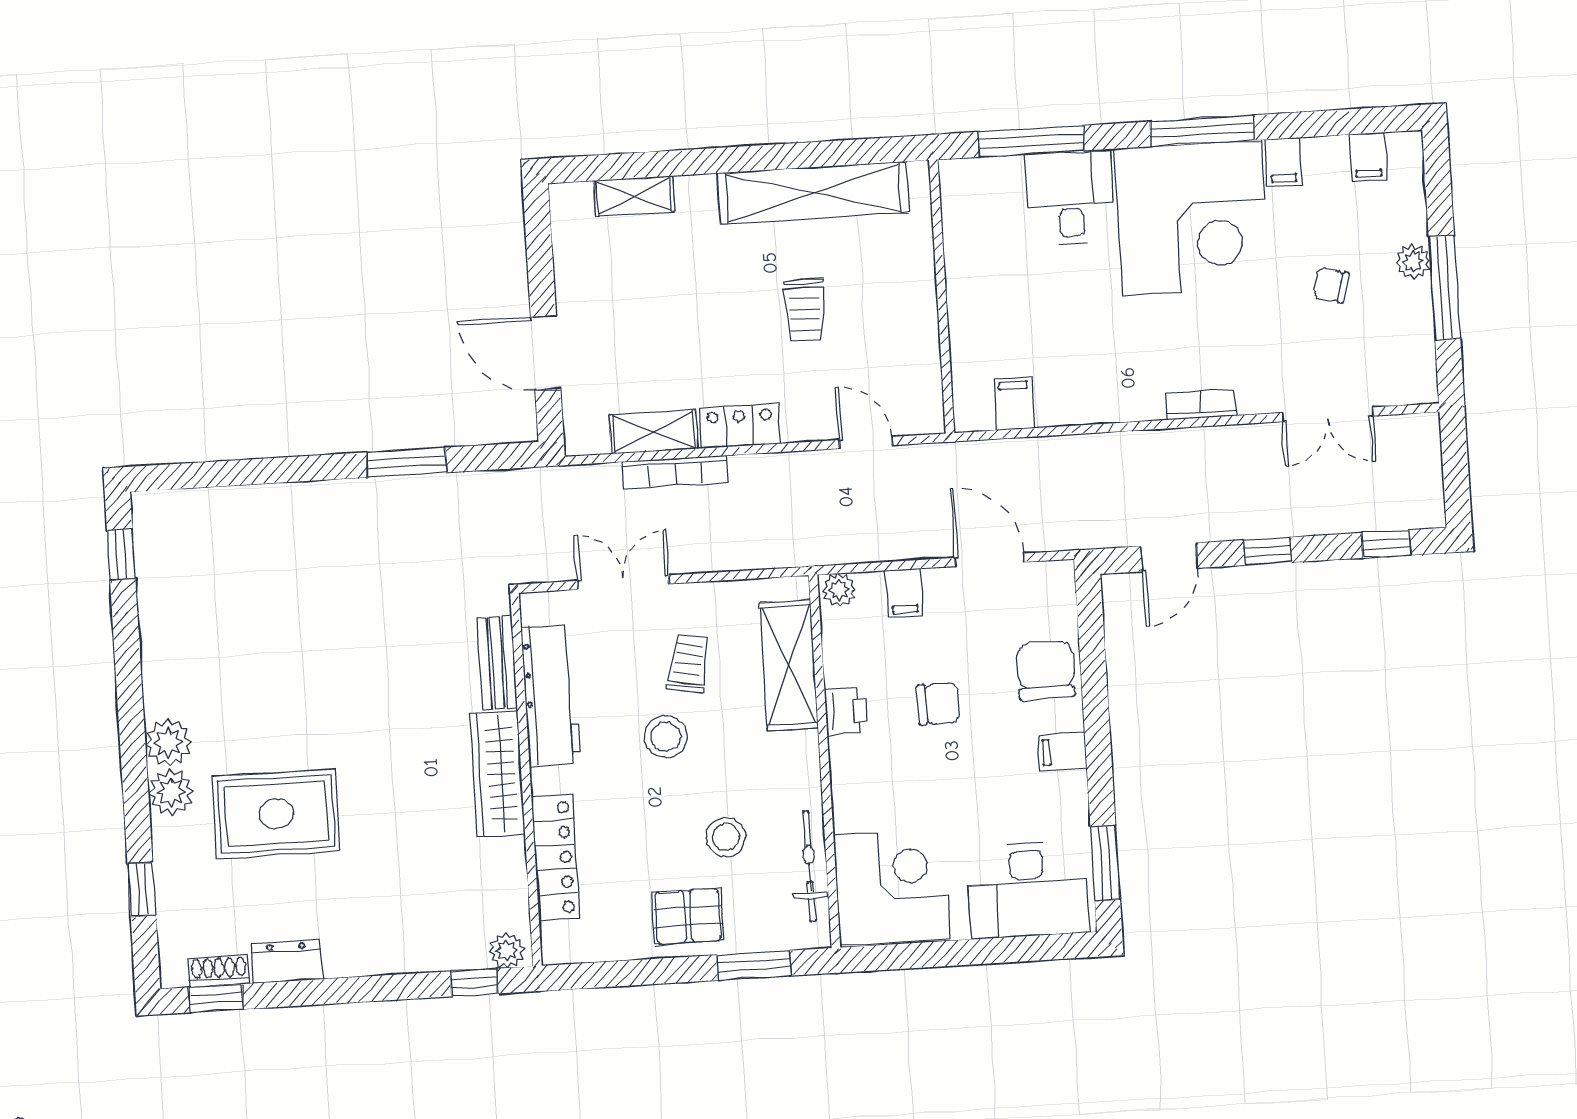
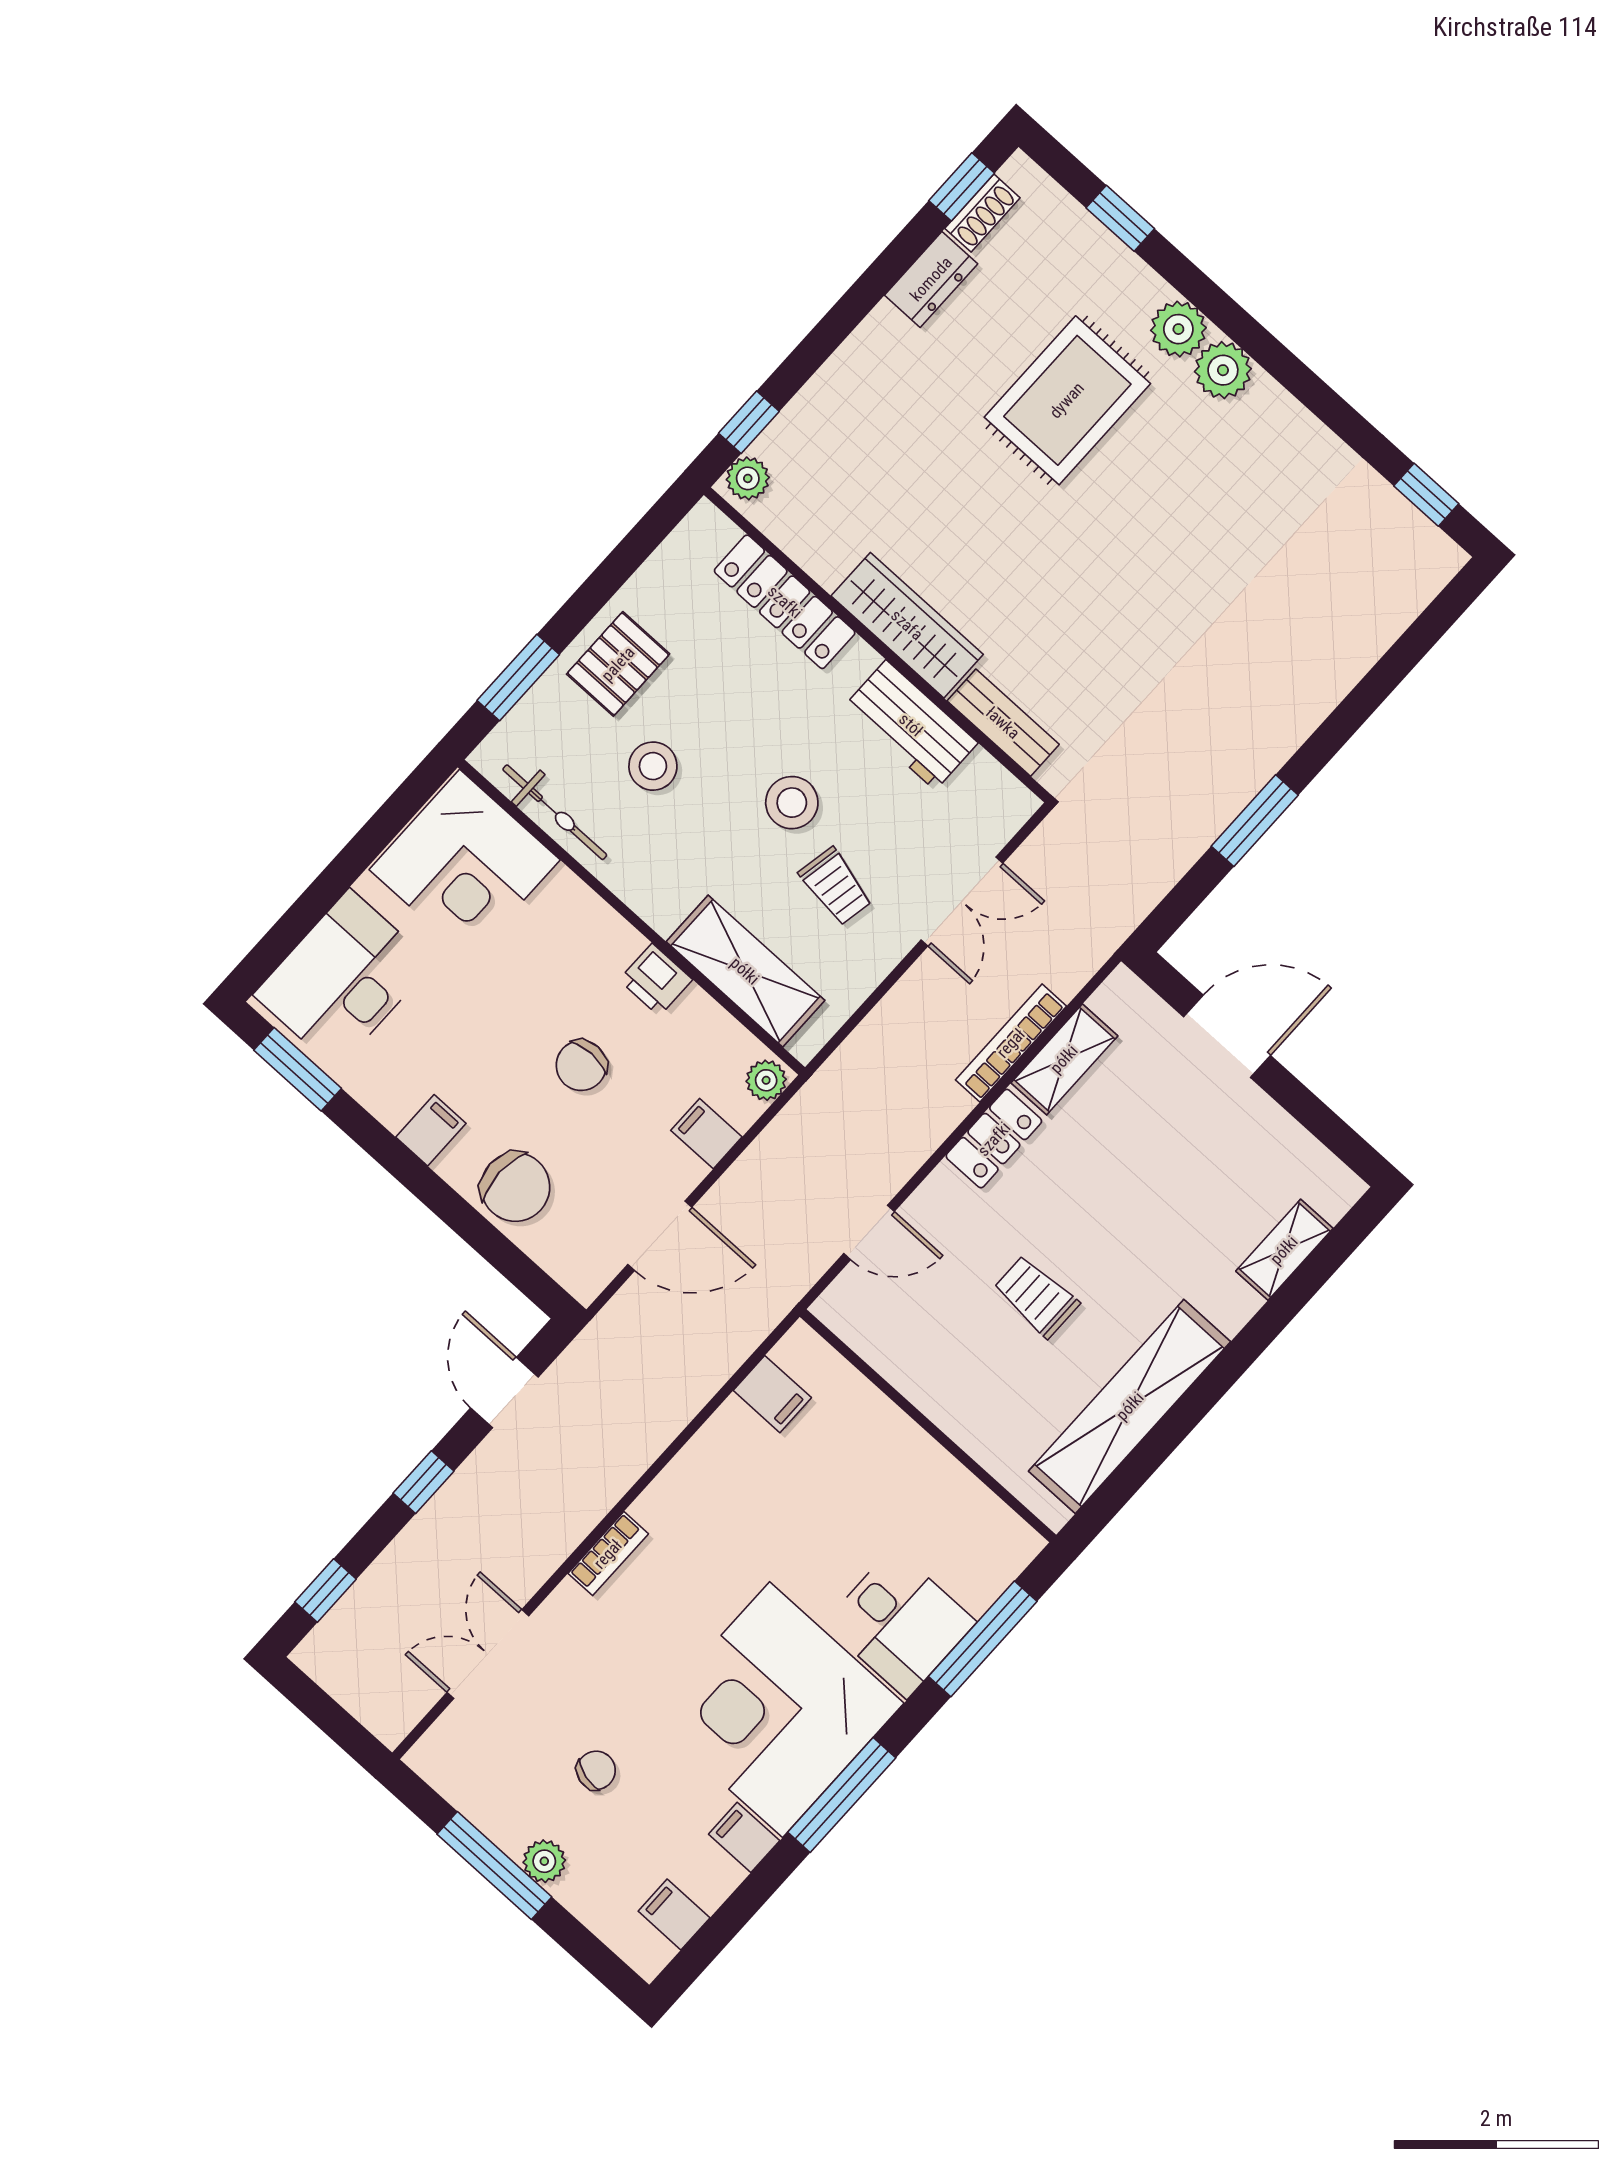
workbench: (551, 695) -> (911, 725), width x0.73

